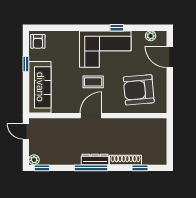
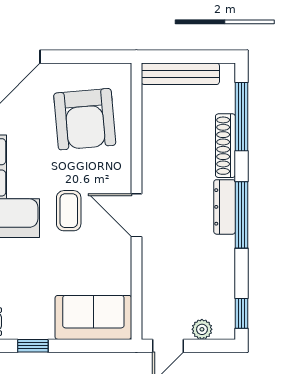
sofa: (40, 87) -> (93, 317), width x0.73
bench: (161, 137) -> (180, 74), added
plant: (34, 160) -> (202, 329), moved
window: (140, 168) -> (241, 117), width x2.17

